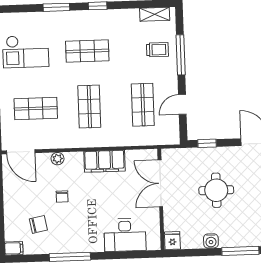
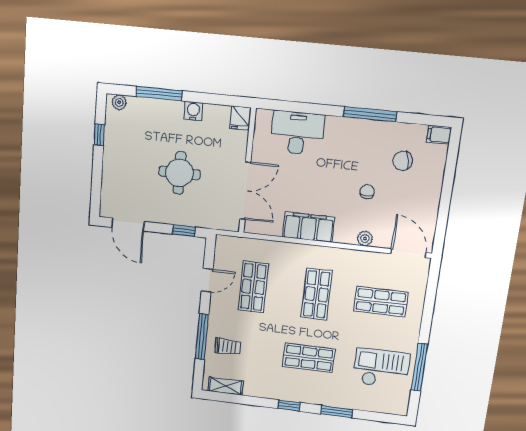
trolley: (157, 50) -> (228, 347), turned 180

